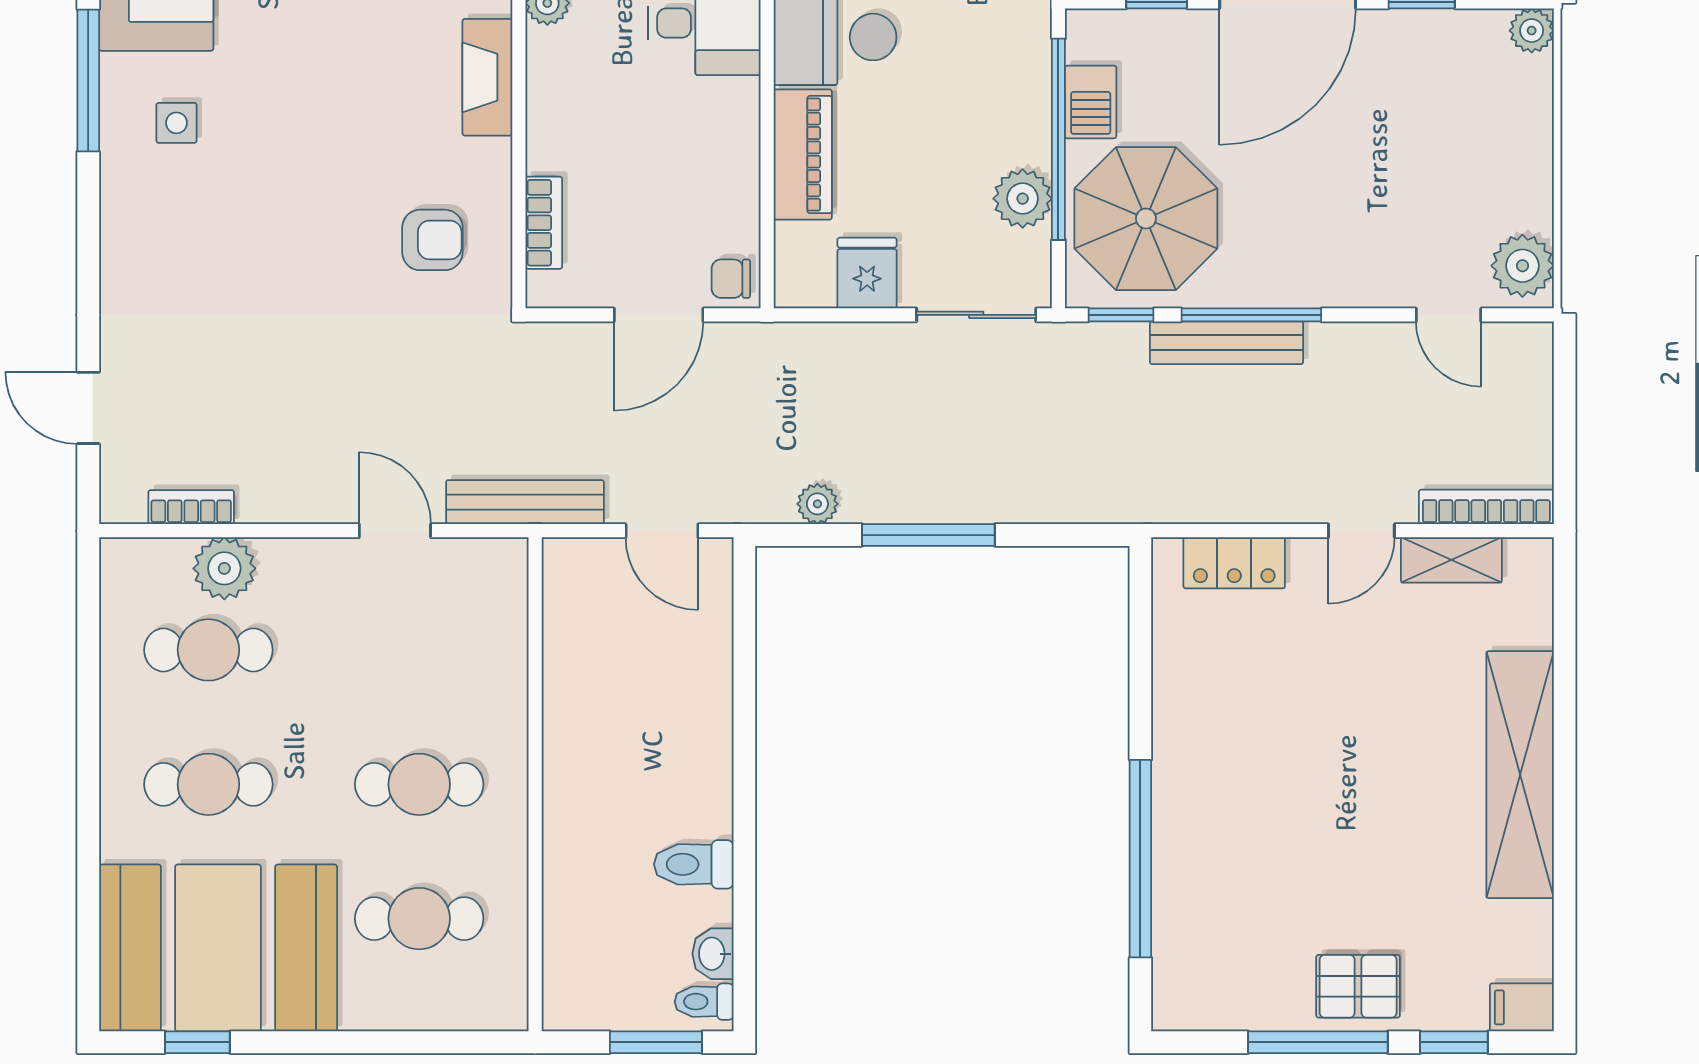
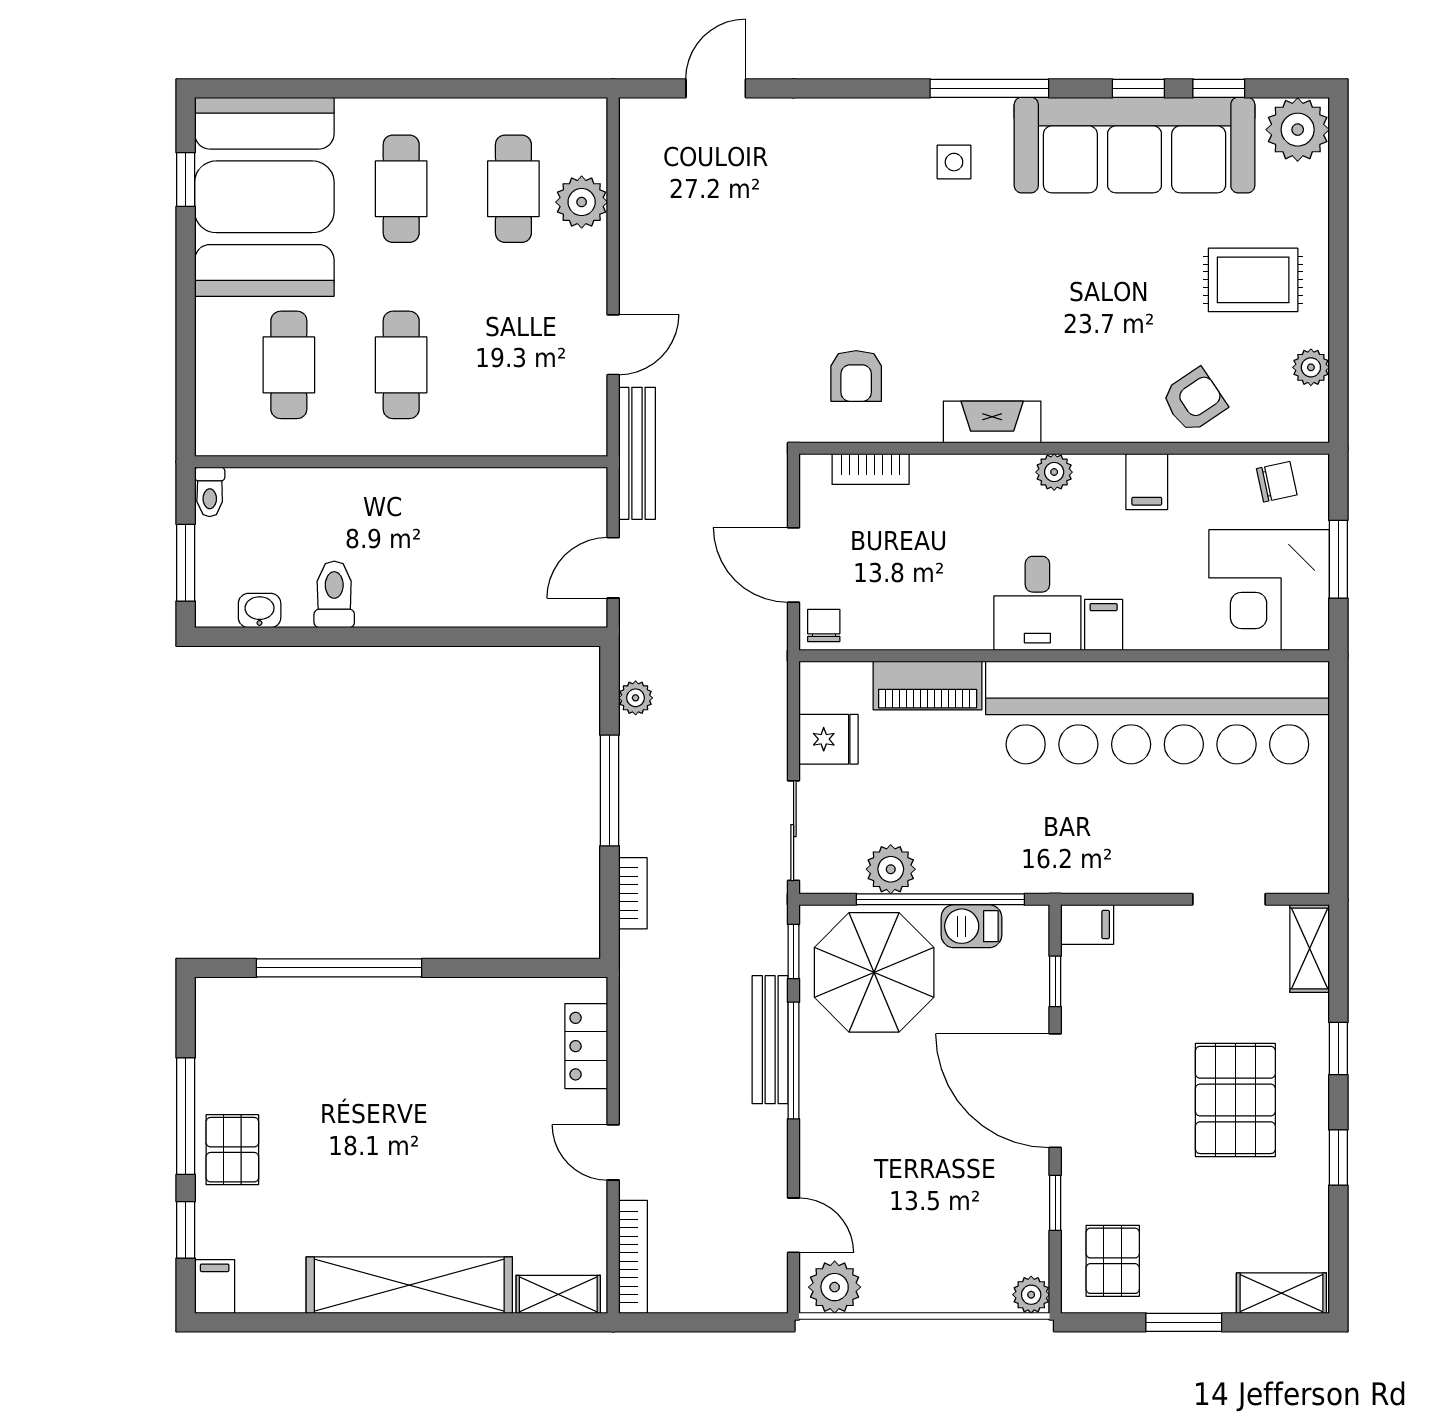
door: (1449, 315) -> (794, 1225), swing flipped
bookcase: (191, 507) -> (633, 893), moved
shelving: (1451, 560) -> (558, 1294), moved, turned 90
toilet: (704, 1002) -> (210, 492), moved, turned 180

